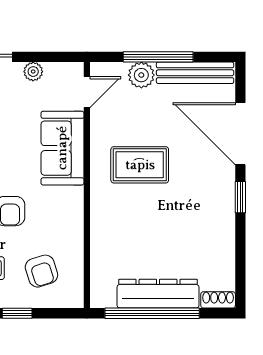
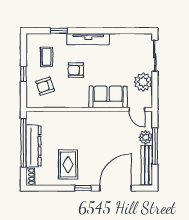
plant: (33, 72) -> (143, 82), width x1.88, depth x1.88
rug: (140, 165) -> (68, 165), moved

